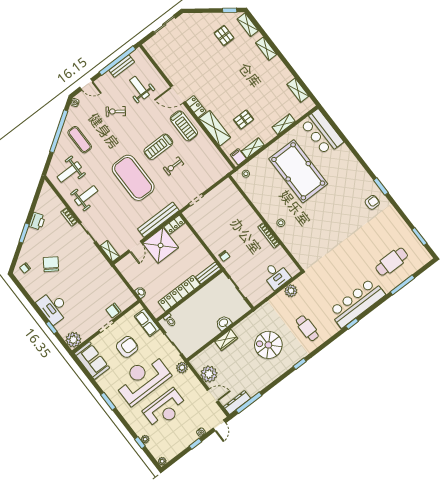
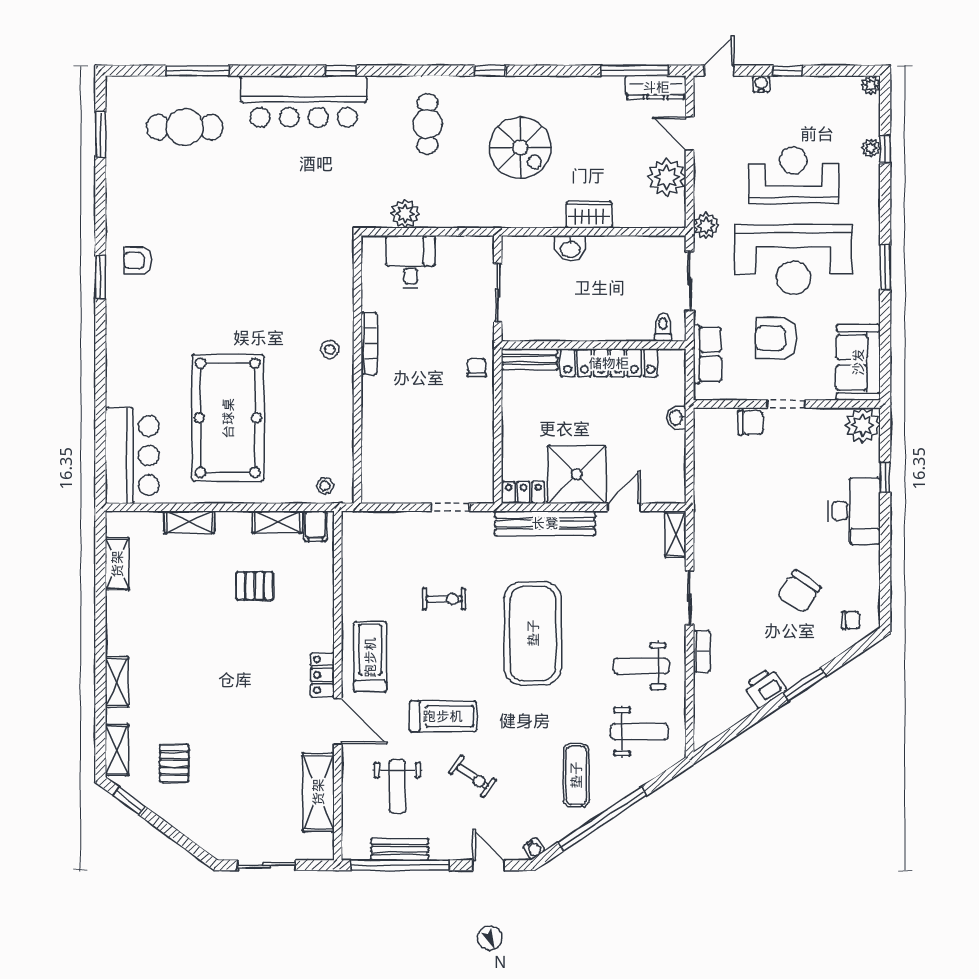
shelving: (215, 128) -> (318, 792), moved
treadmill: (158, 147) -> (443, 716), moved

